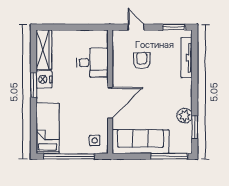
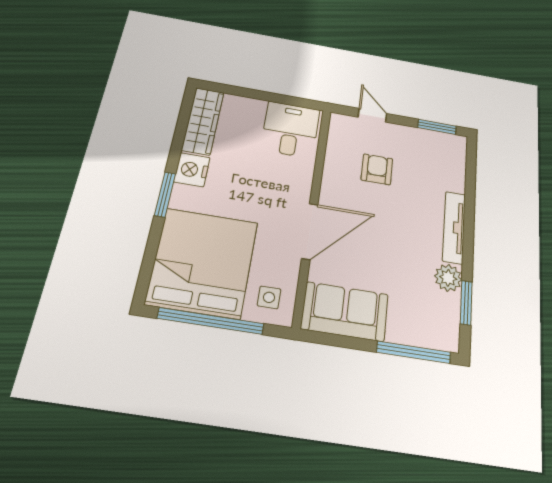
tv unit: (187, 58) -> (454, 227), moved
desk: (92, 63) -> (290, 130), moved, turned -90
window: (34, 85) -> (165, 194), moved
bed: (48, 128) -> (203, 263), width x2.04
sofa: (140, 142) -> (345, 312), width x0.73

